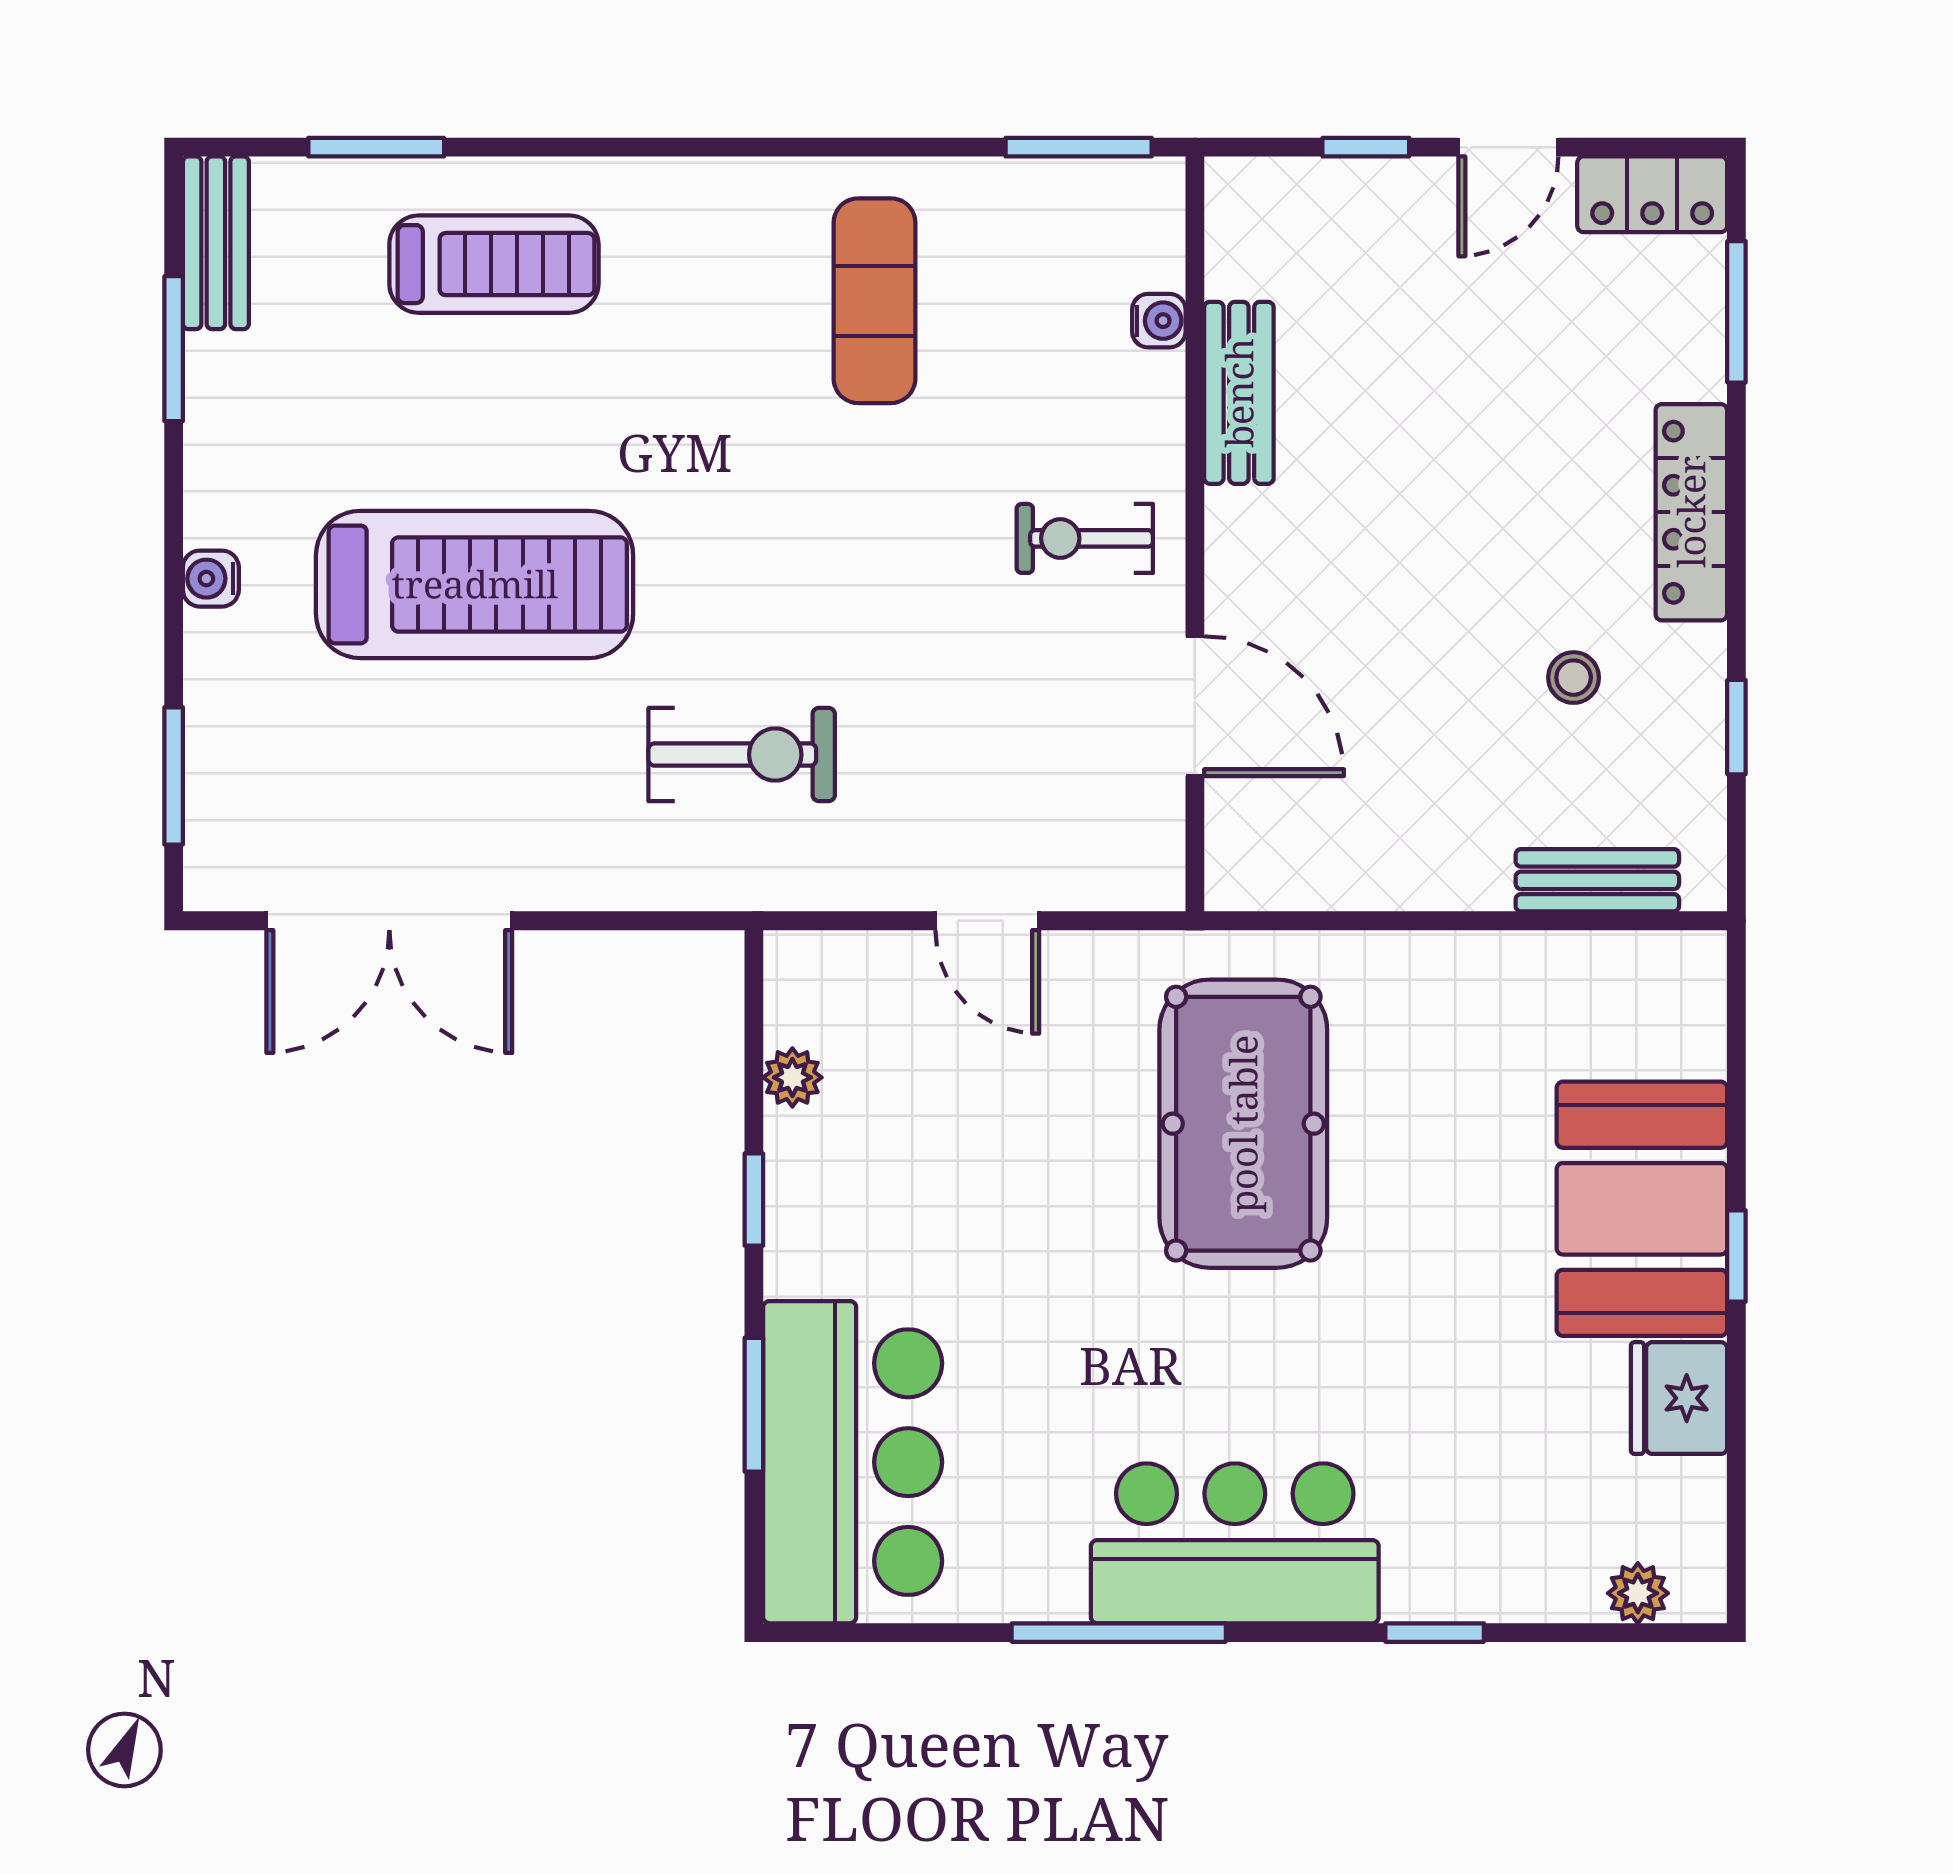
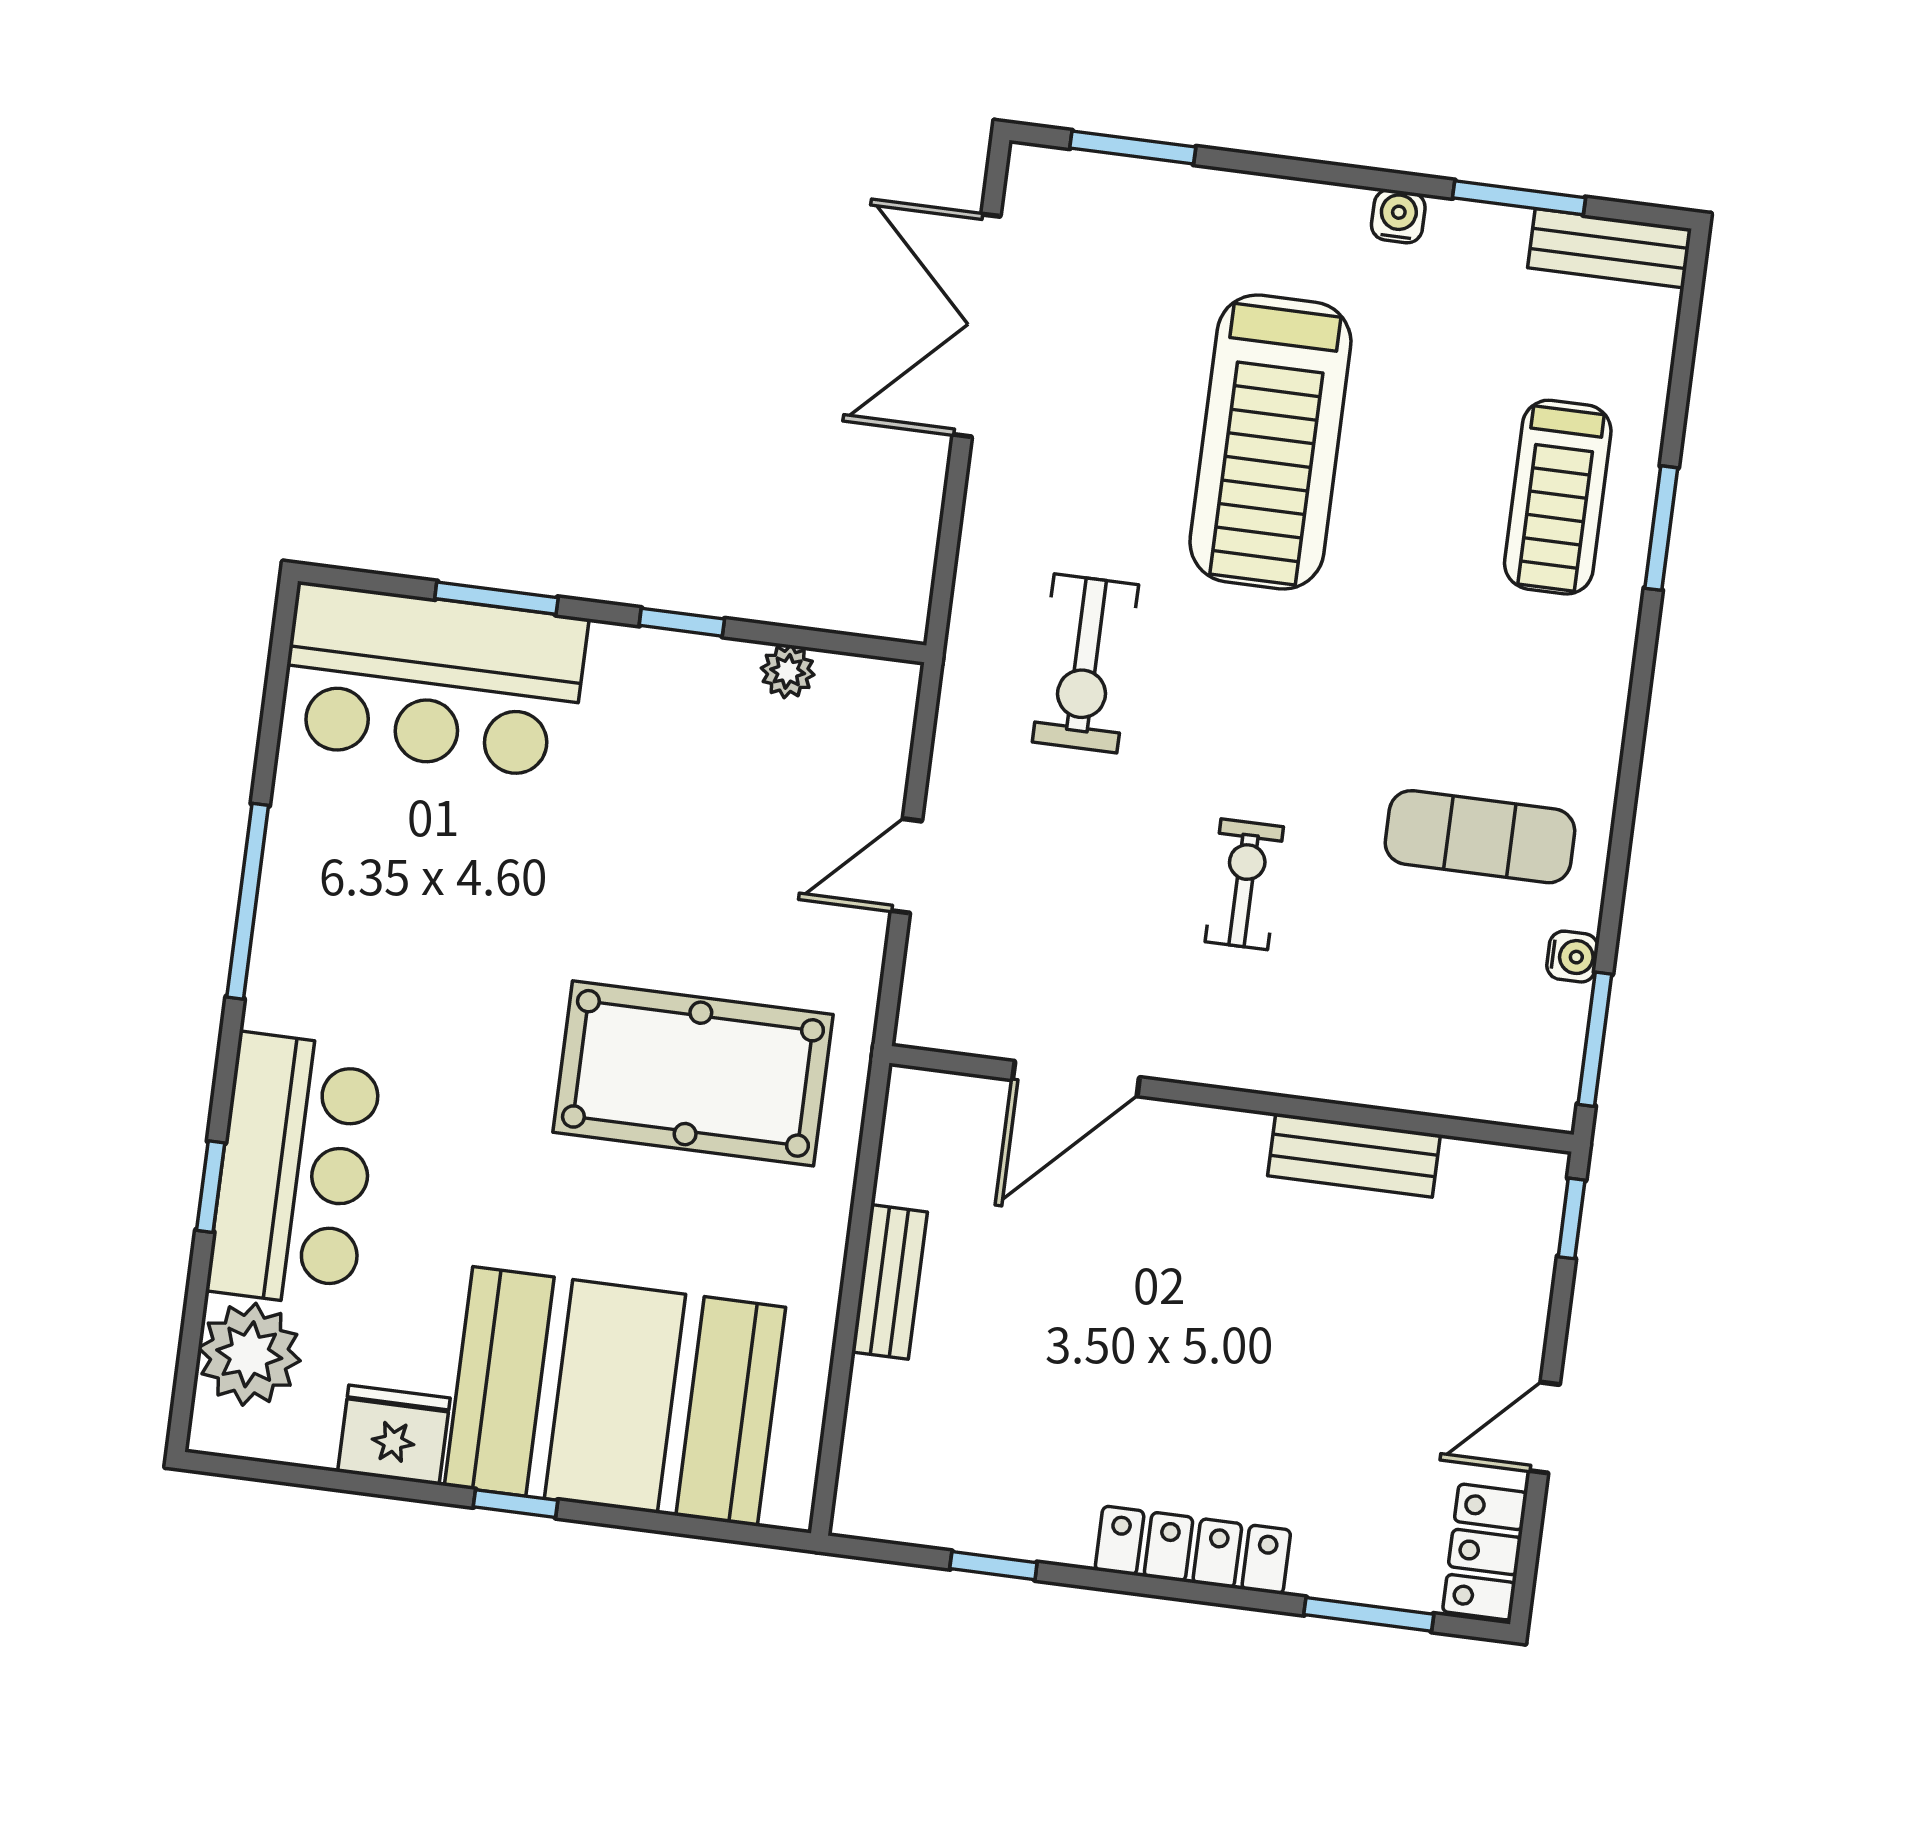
window: (376, 147) -> (1661, 528), moved
window: (1366, 147) -> (1572, 1218), moved
door: (1508, 147) -> (1544, 1428), hinge flipped
water cooler: (1159, 321) -> (1572, 957), moved, turned -90
exercise bike: (1085, 538) -> (1244, 884), moved
water cooler: (211, 579) -> (1398, 216), moved
stool: (1574, 678) -> (1057, 1424), removed
bench: (1597, 880) -> (890, 1282), moved
booth: (1642, 1209) -> (615, 1396), width x1.36, depth x1.42
bar counter: (1235, 1543) -> (295, 1170), moved
plant: (1638, 1593) -> (249, 1354), width x1.87, depth x1.87

